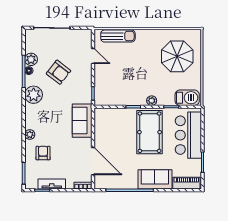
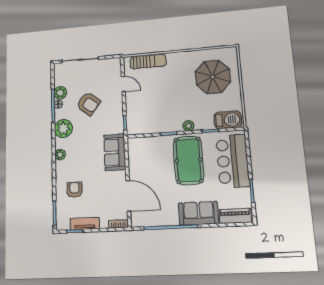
plant: (30, 134) -> (60, 155), moved

